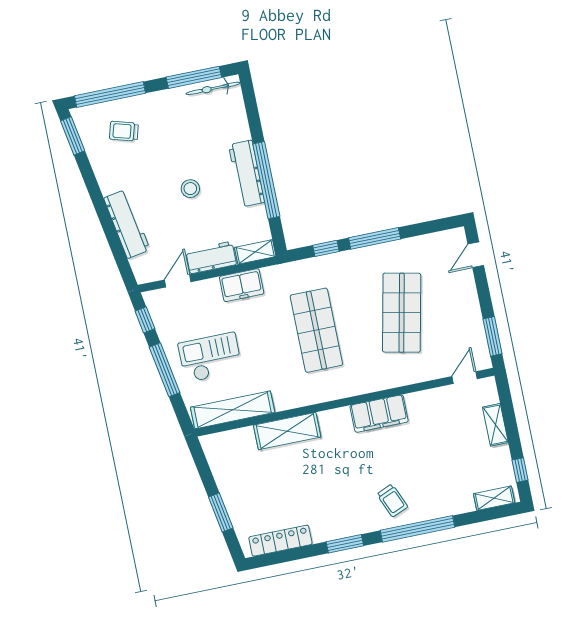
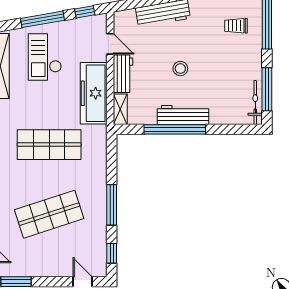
trolley: (124, 131) -> (236, 26), turned -106
window: (326, 248) -> (112, 253), moved
freezer: (242, 285) -> (94, 93), width x1.91, depth x1.26
shop shelf: (402, 313) -> (49, 214), turned -30
checkout: (210, 357) -> (45, 57), turned 180

